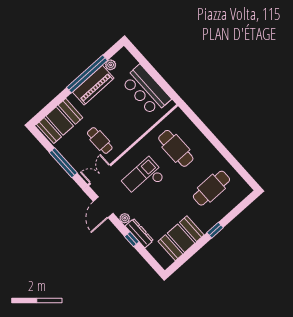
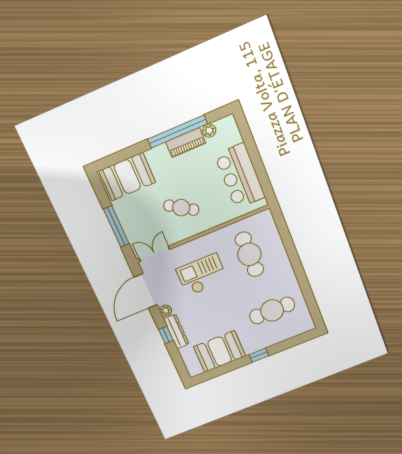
piano: (93, 85) -> (186, 143), width x0.73, depth x0.75
cafe table: (100, 140) -> (181, 208), moved, turned -58
door: (103, 207) -> (146, 291), width x1.36

